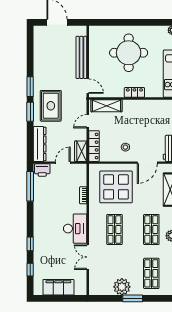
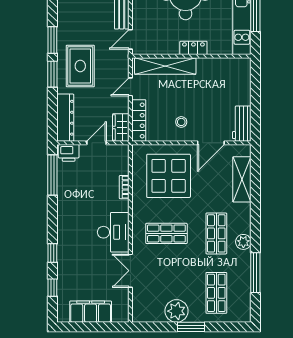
door: (88, 86) -> (130, 39), swing flipped
shelving: (106, 106) -> (165, 66), width x1.47
shop shelf: (114, 229) -> (166, 233), turned 90

